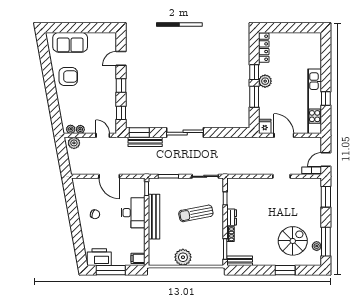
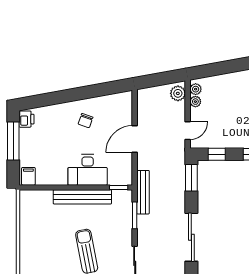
bench: (145, 142) -> (143, 192), moved
printer: (99, 257) -> (27, 119), width x0.53, depth x0.68
plant: (183, 257) -> (30, 234), removed

